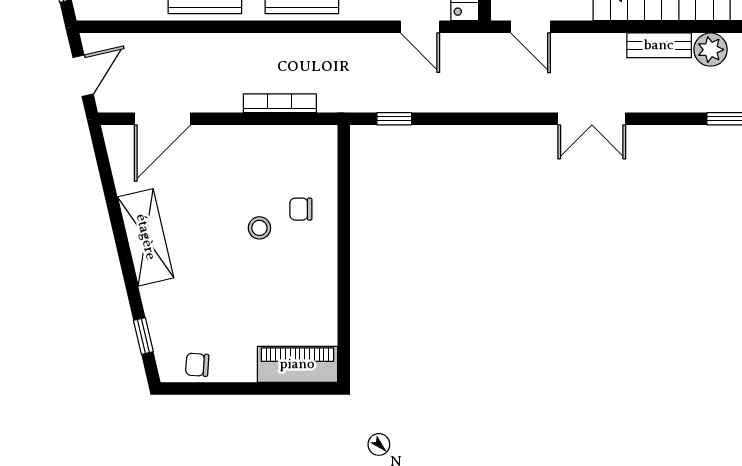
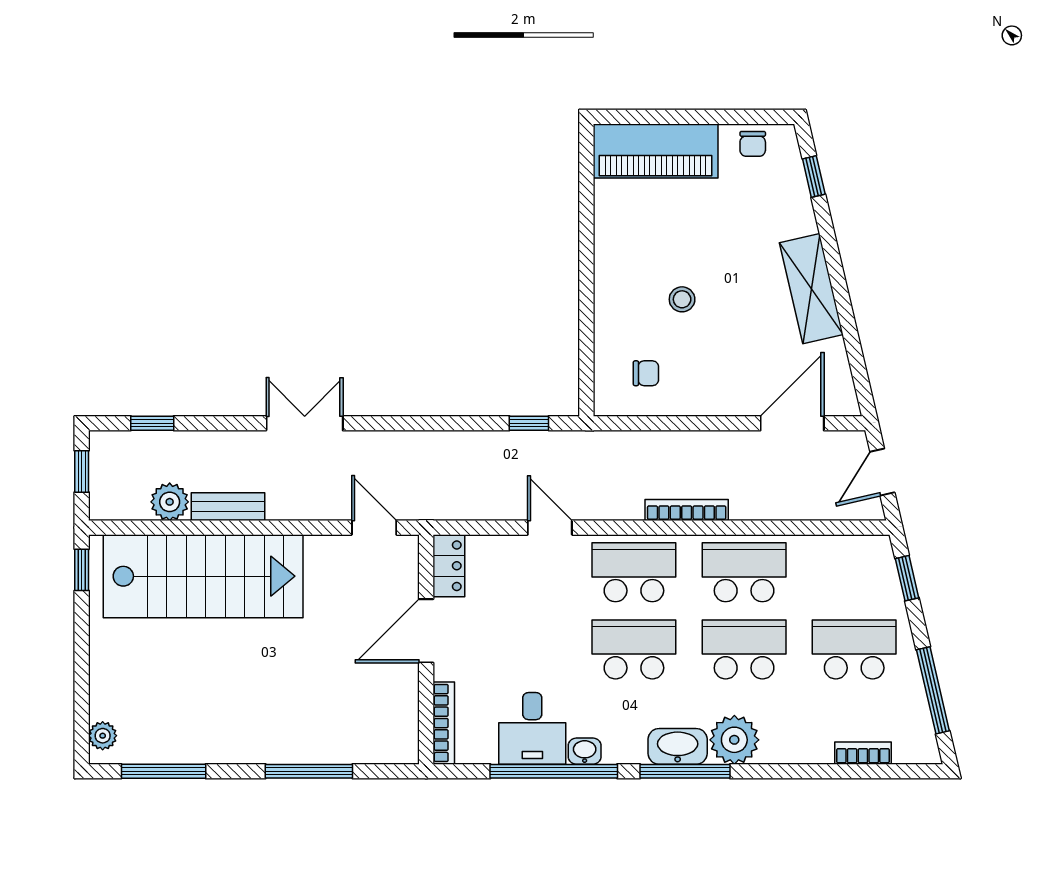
door: (420, 27) -> (550, 528), moved
bookcase: (280, 103) -> (687, 510), moved, turned 180
chair: (301, 209) -> (646, 373), moved
piano: (297, 364) -> (656, 151), width x1.37, depth x1.33
chair: (197, 365) -> (753, 144), turned 86

